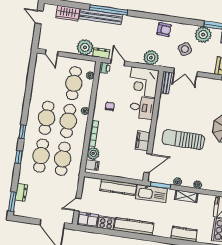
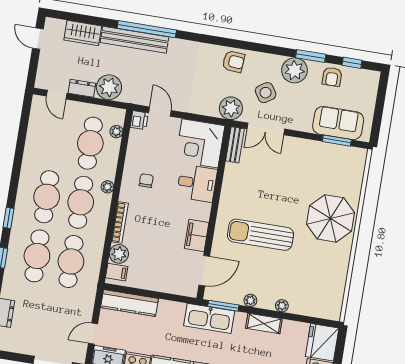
dresser: (101, 53) -> (82, 88), moved
plant: (151, 58) -> (231, 108), moved
kitchen counter: (118, 187) -> (129, 303), moved

